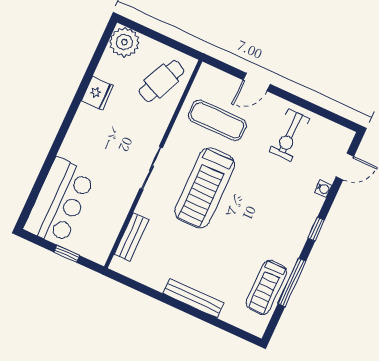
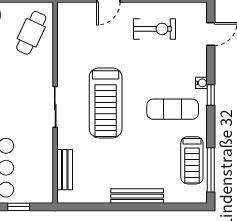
exercise mat: (217, 120) -> (173, 109), moved
exercise bike: (290, 135) -> (155, 29), turned -90
water cooler: (323, 189) -> (201, 83), moved
window: (292, 282) -> (211, 170), moved

